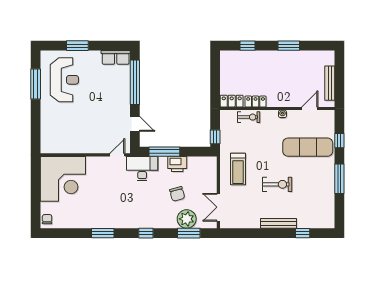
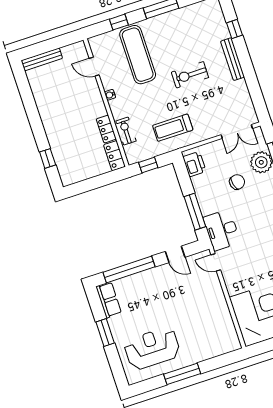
window: (77, 46) -> (105, 333), moved
window: (289, 46) -> (32, 113), removed
bench: (330, 83) -> (42, 59), moved
window: (36, 84) -> (182, 374), moved
door: (135, 124) -> (175, 254), swing flipped
window: (215, 137) -> (148, 165), moved
printer: (177, 164) -> (194, 164), moved
treadmill: (238, 169) -> (173, 128), moved, turned 180
exercise bike: (277, 184) -> (190, 75), turned -90

